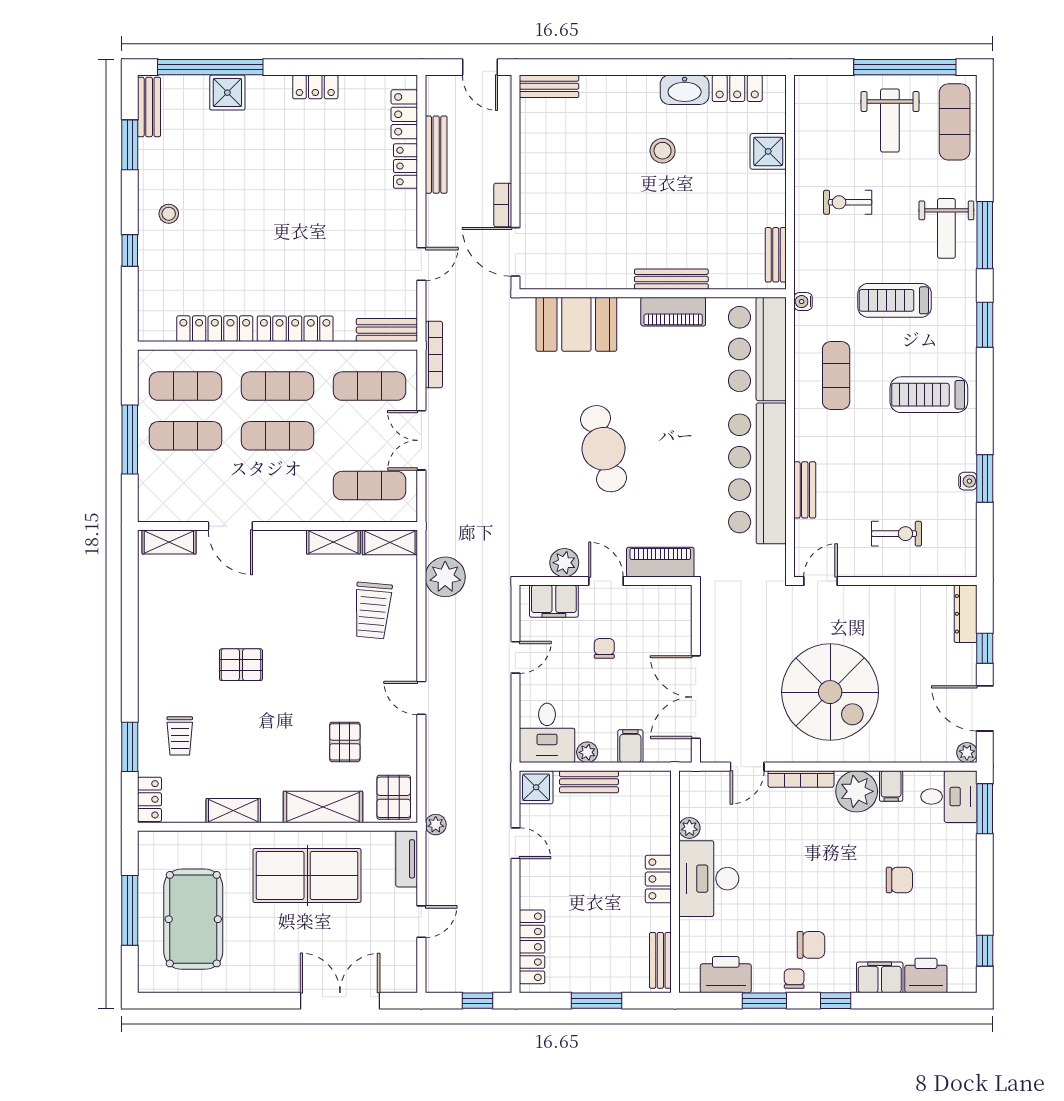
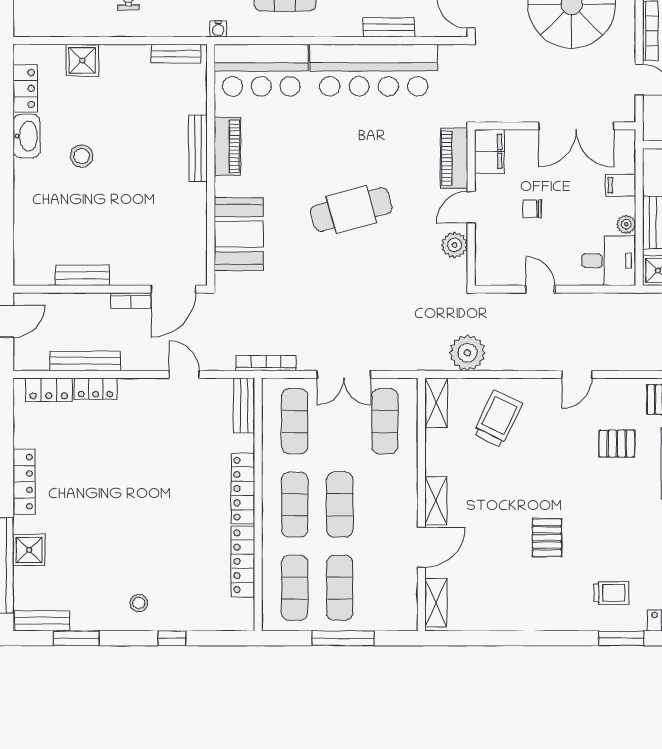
bench: (549, 86) -> (82, 275), moved, turned 90
locker: (315, 87) -> (24, 482), width x1.53
shelving: (333, 542) -> (436, 501), moved
filing cabinet: (554, 601) -> (489, 151), moved
trolley: (372, 610) -> (498, 419), turned -69

